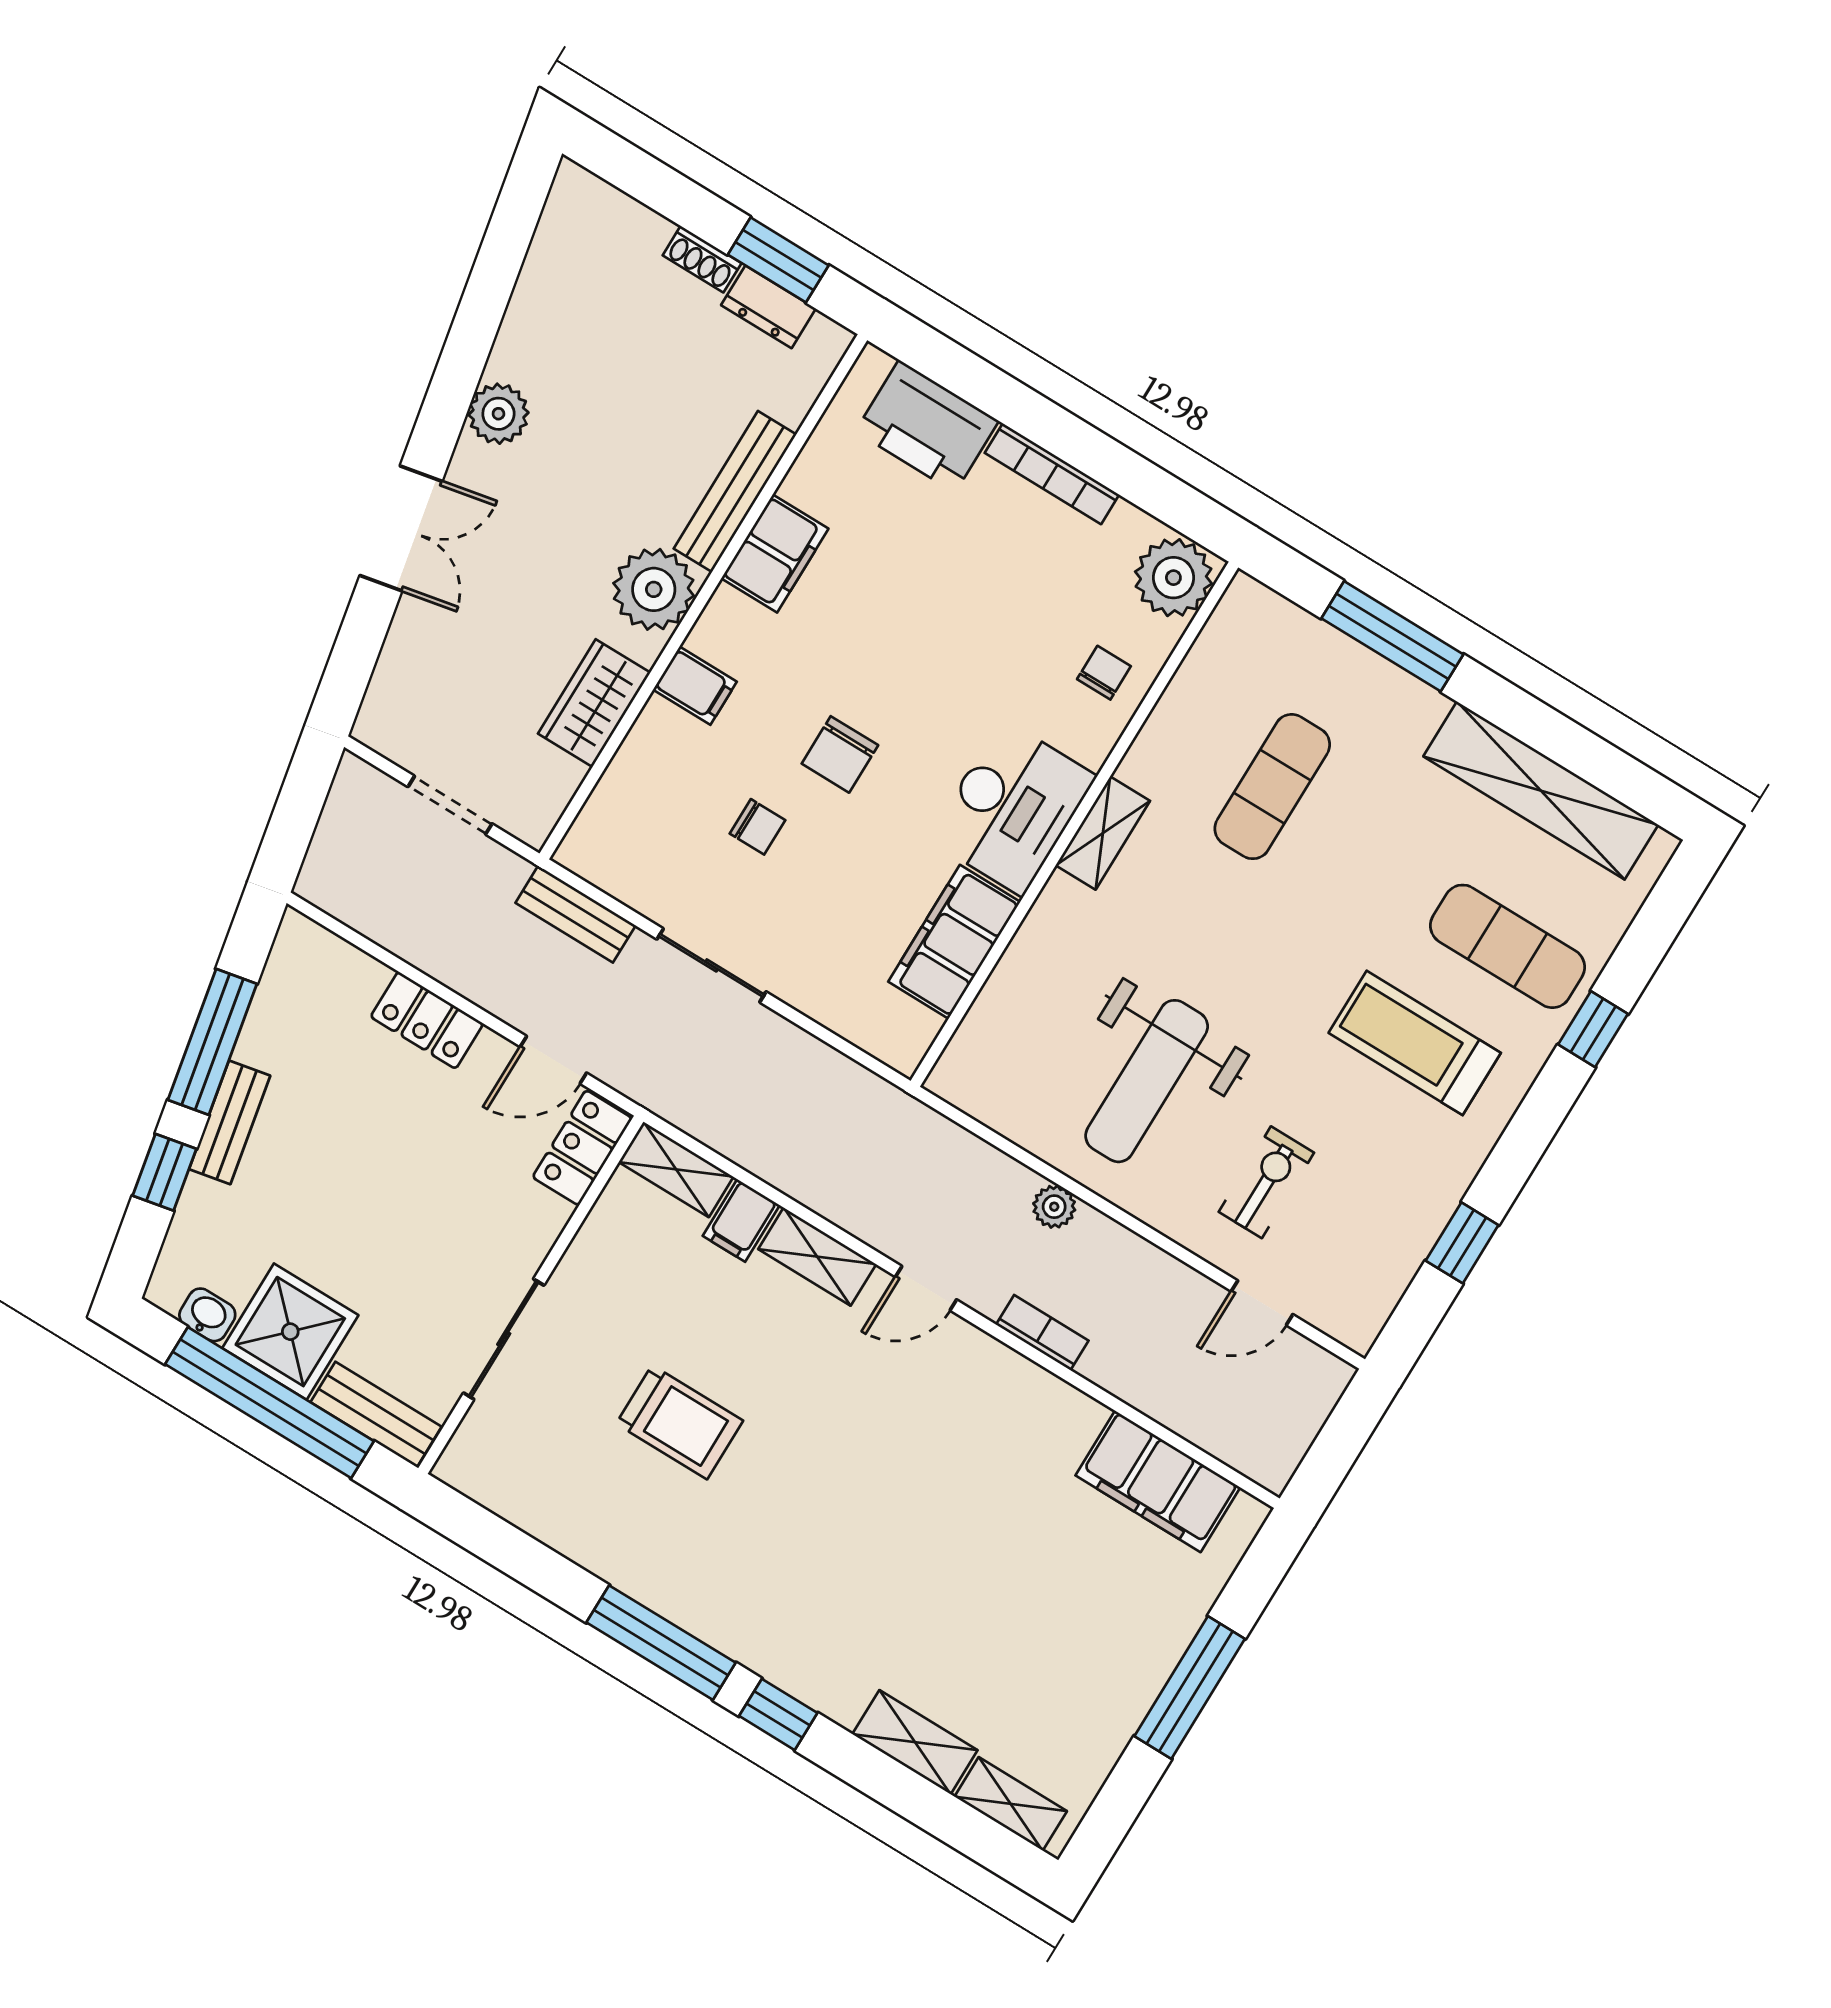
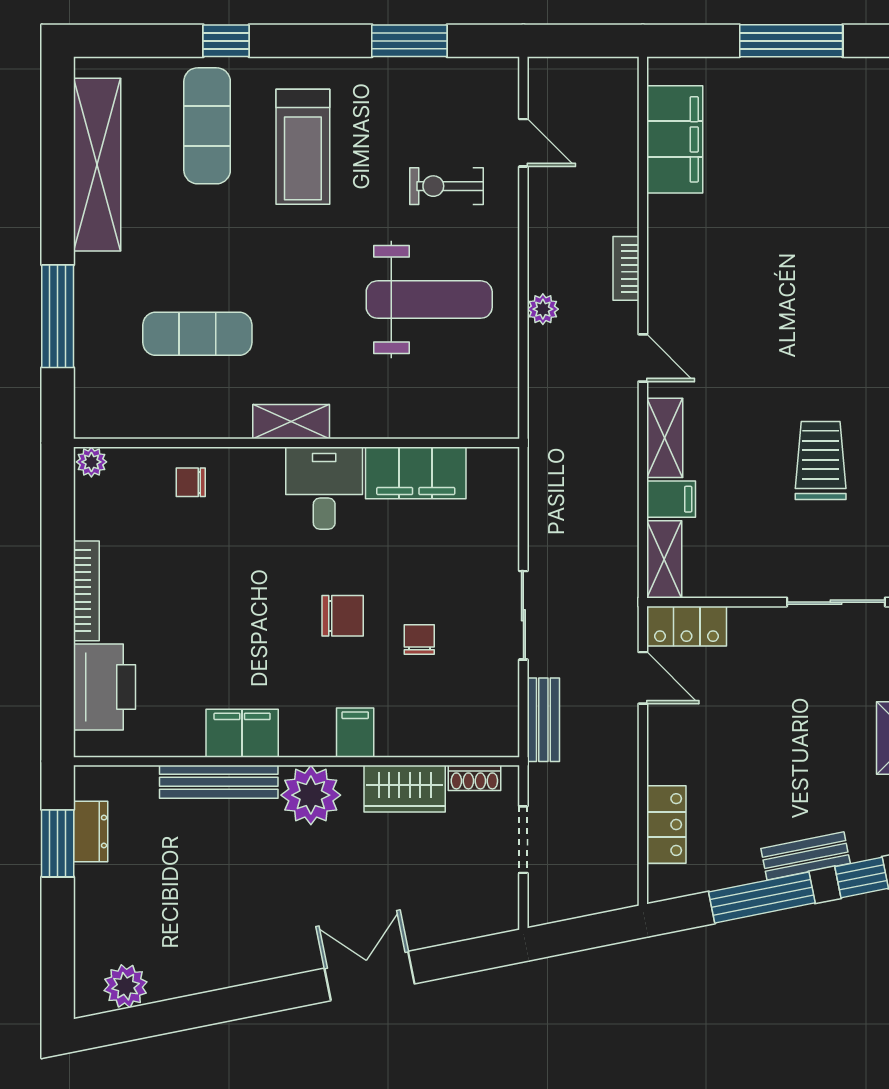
shoe rack: (702, 259) -> (474, 778), moved, turned 90
plant: (498, 414) -> (126, 986), moved
plant: (1173, 578) -> (91, 462), width x0.53, depth x0.53
desk: (1012, 807) -> (324, 488), width x0.73
locker: (427, 1020) -> (666, 825), moved
window: (1462, 1243) -> (409, 41), width x1.50

